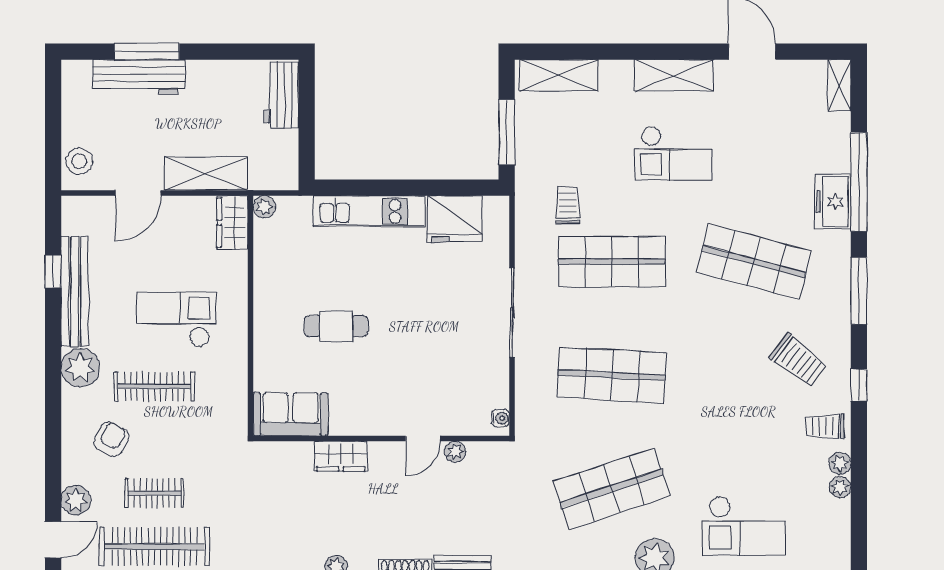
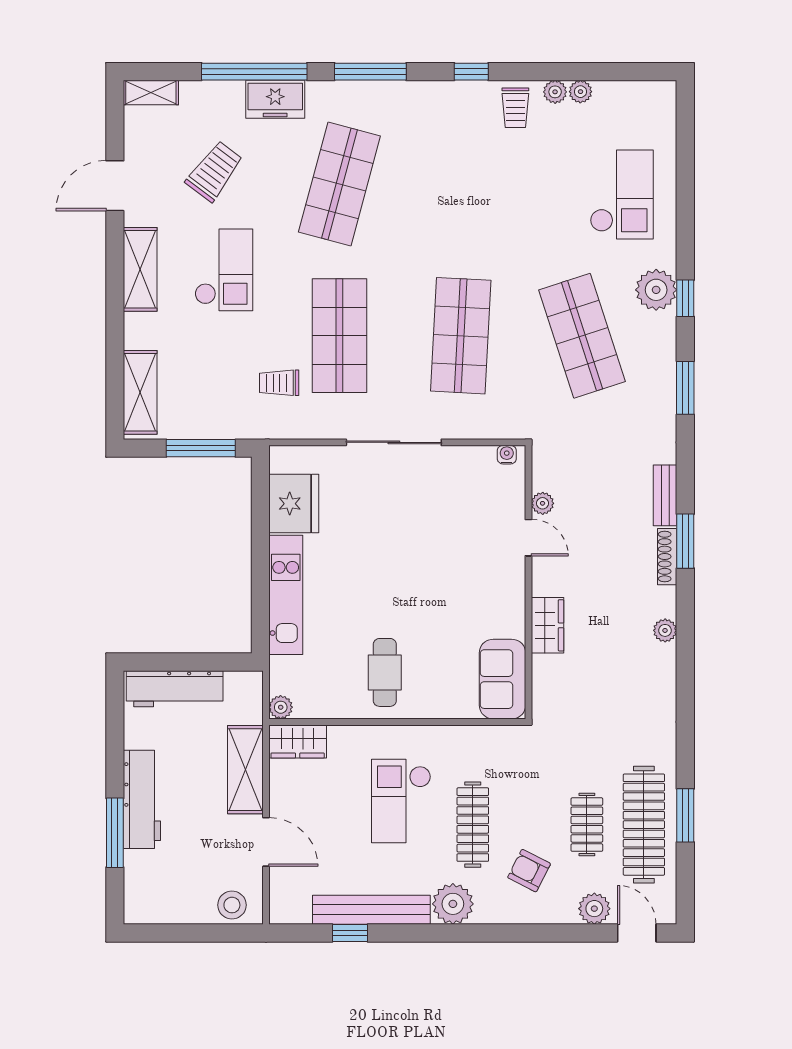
workbench: (139, 77) -> (142, 799), moved
workbench: (282, 95) -> (175, 689), width x1.38
cafe table: (336, 326) -> (385, 672), moved
trolley: (798, 360) -> (214, 171), moved

